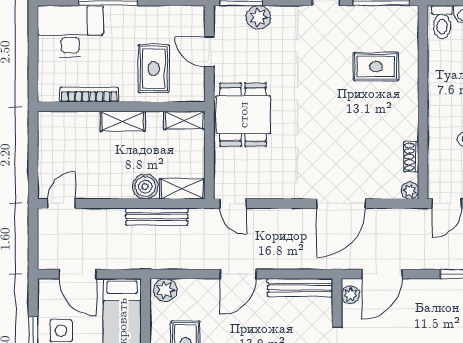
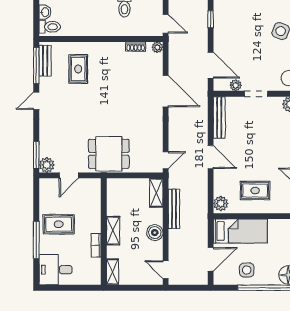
bench: (389, 15) -> (45, 61), added
plant: (259, 17) -> (47, 165), moved
desk: (70, 31) -> (56, 270), width x0.73
rug: (154, 69) -> (59, 224), moved
bookcase: (89, 95) -> (96, 245), width x0.64
shelving: (184, 120) -> (112, 272), moved
boiler: (145, 187) -> (155, 233), moved
plant: (350, 295) -> (236, 85), moved

